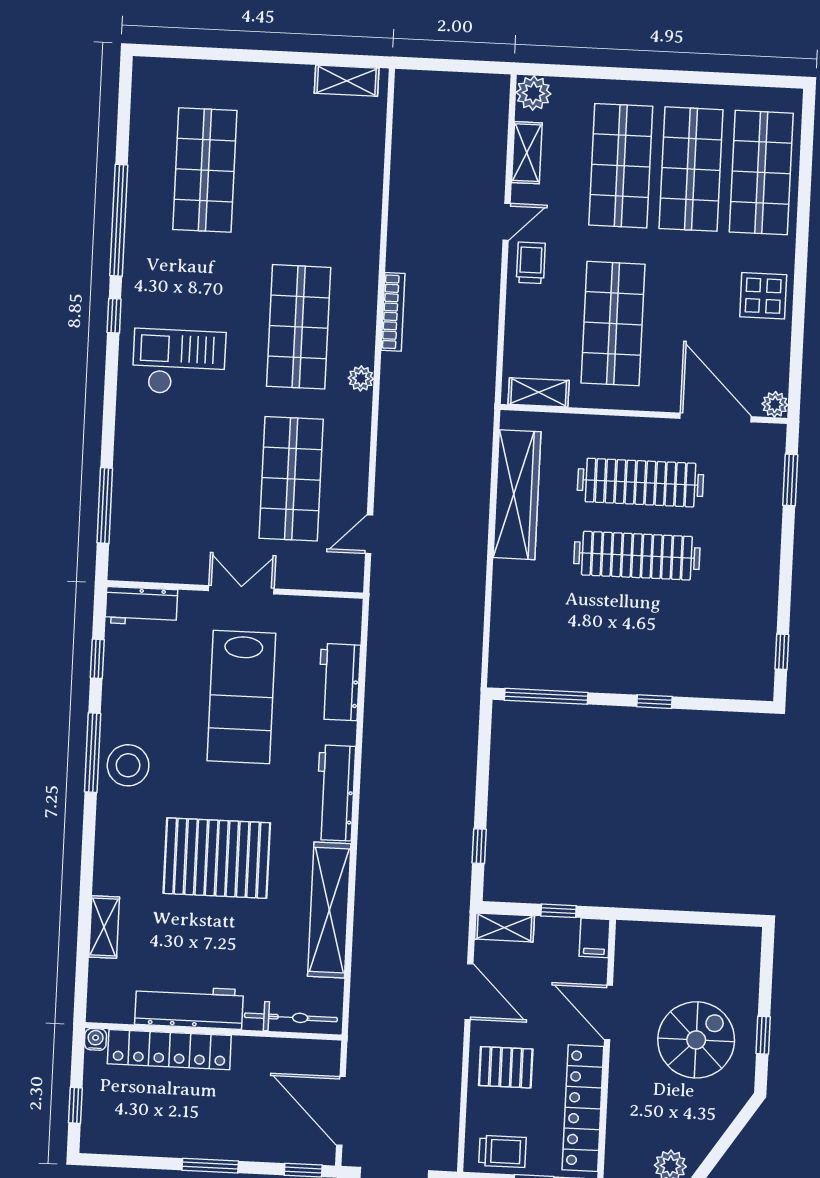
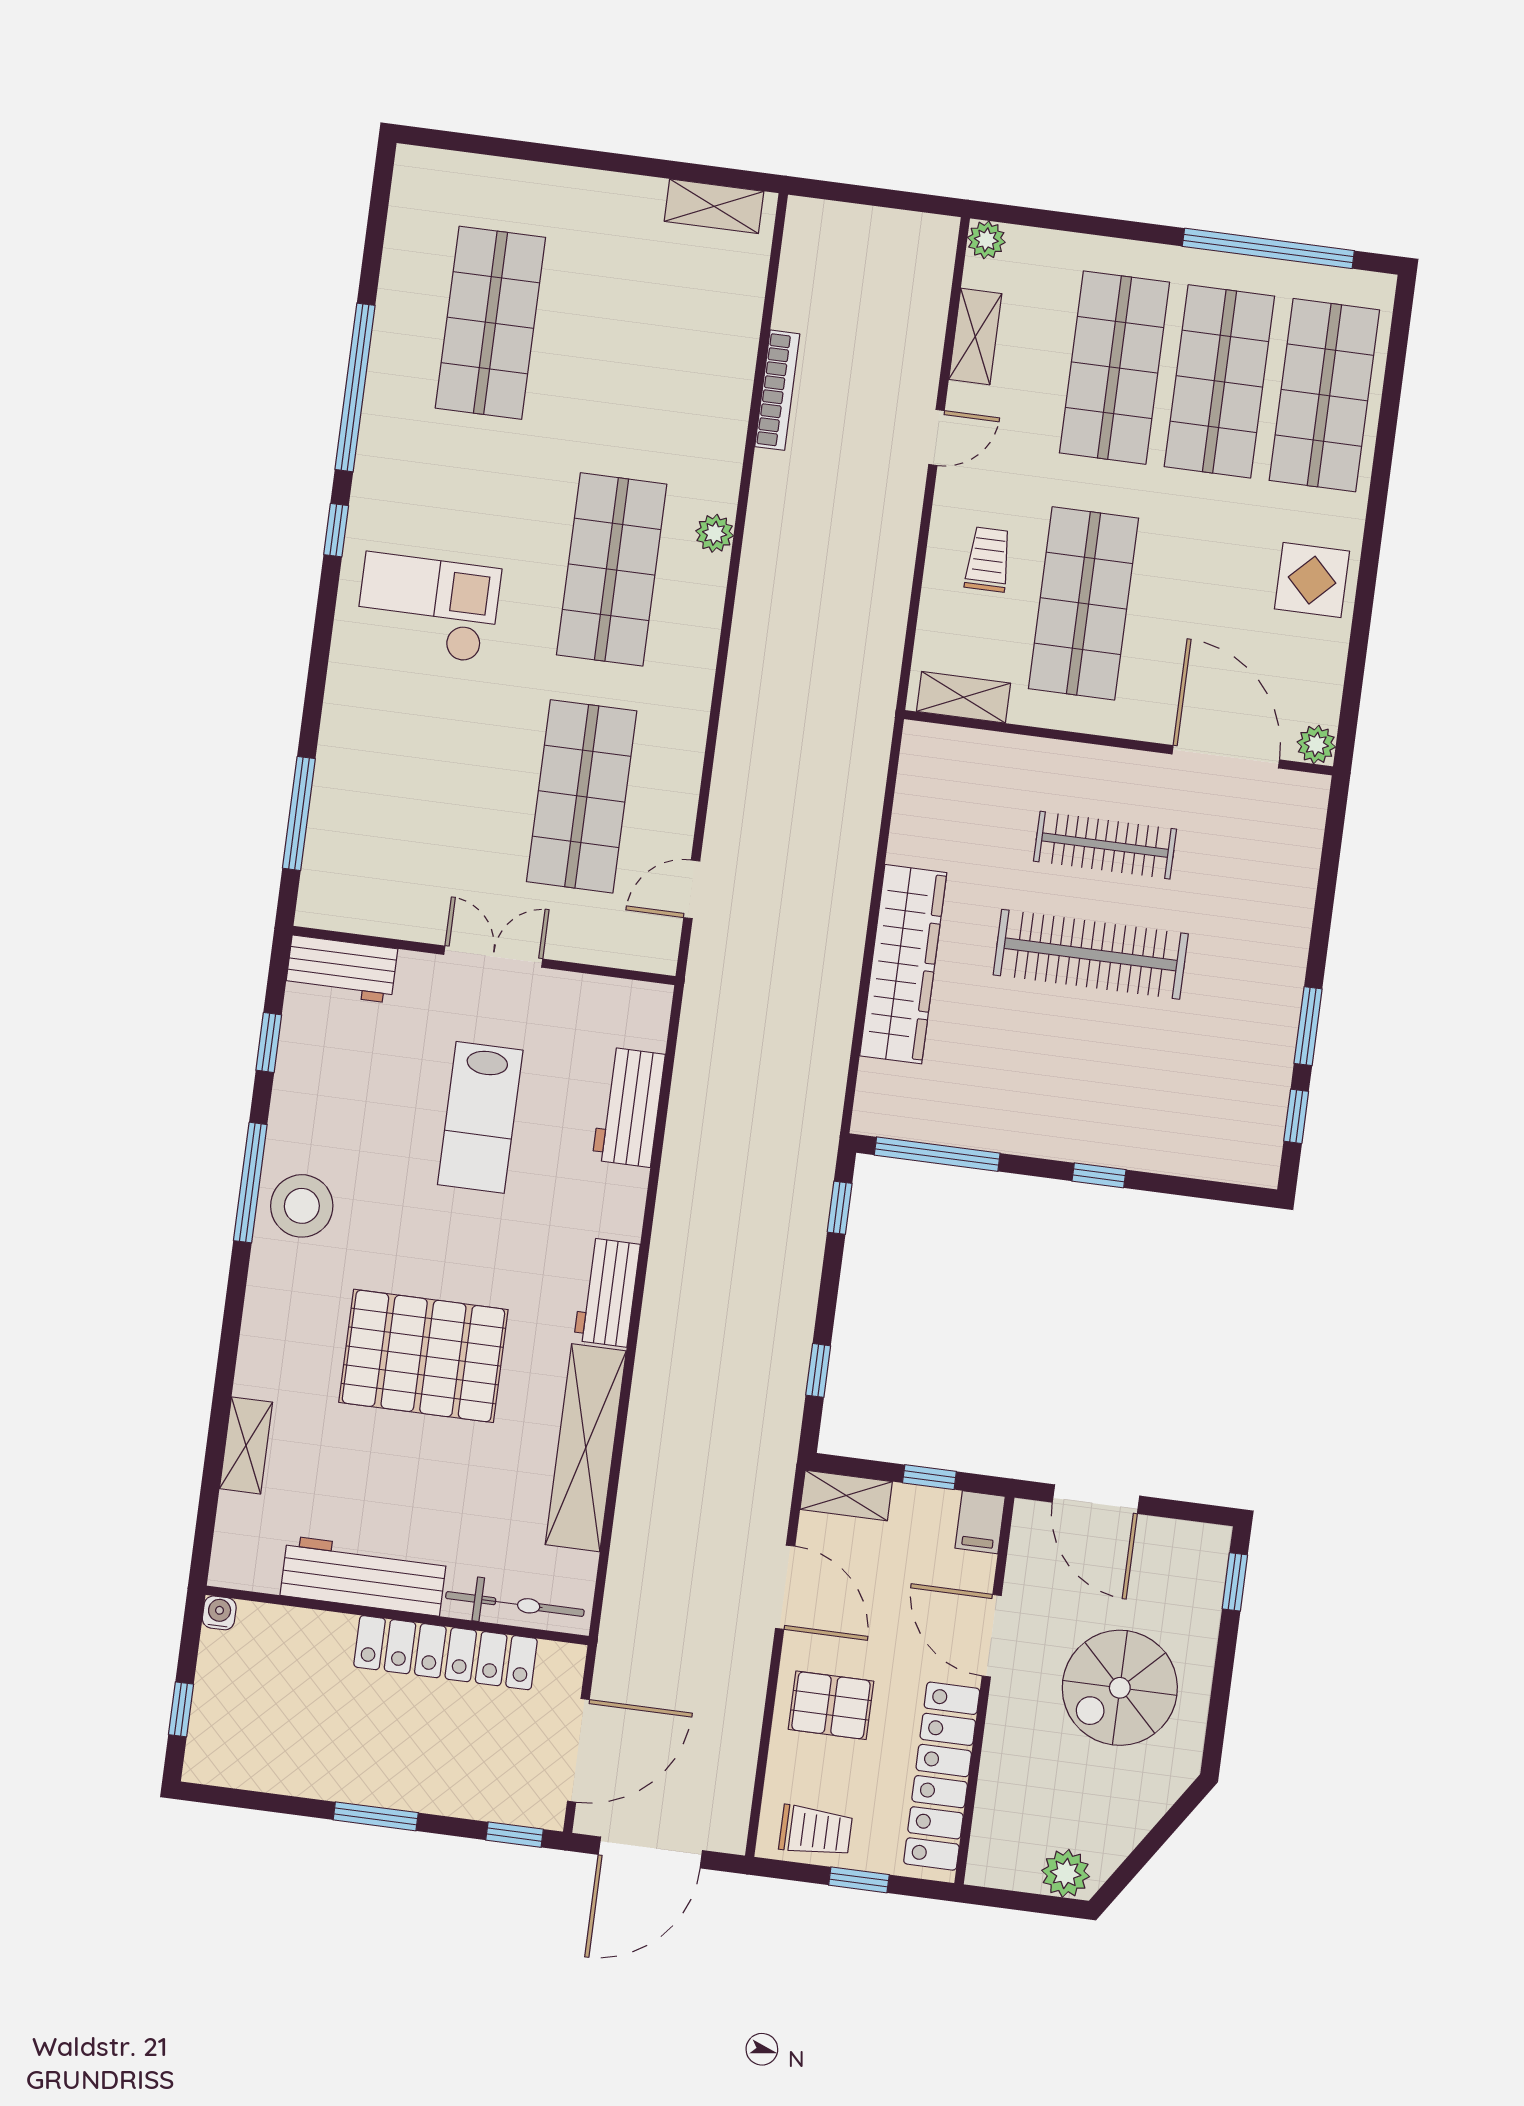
window: (716, 78) -> (1268, 248), added
plant: (533, 93) -> (986, 240), width x0.73, depth x0.73
trolley: (531, 263) -> (988, 559), moved
bookcase: (393, 312) -> (777, 390), moved
plant: (361, 378) -> (715, 533), moved
window: (790, 480) -> (1308, 1026), moved
clothes rail: (640, 483) -> (1105, 845), width x0.73, depth x0.76
wardrobe: (517, 495) -> (903, 964), moved
lab bench: (241, 697) -> (480, 1117), width x0.73, depth x0.72
window: (484, 737) -> (840, 1208), added
workbench: (336, 793) -> (607, 1292), width x0.73
door: (670, 916) -> (1096, 1499), added
window: (763, 1035) -> (1235, 1582), moved
spiral stairs: (696, 1040) -> (1120, 1688), turned 180
locker: (169, 1050) -> (446, 1653), moved
door: (341, 1111) -> (578, 1750), swing flipped

